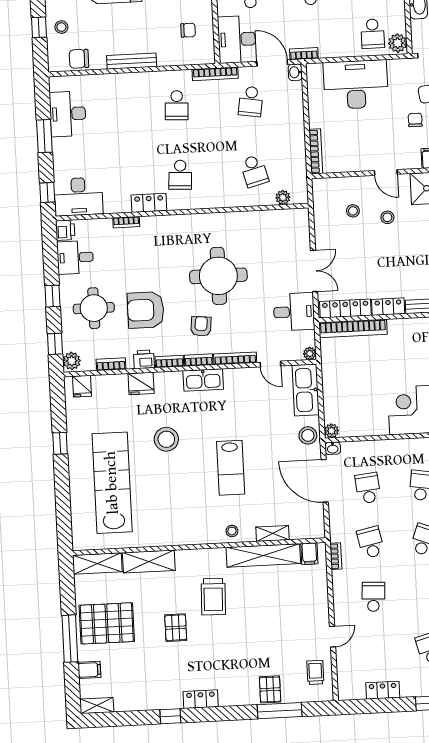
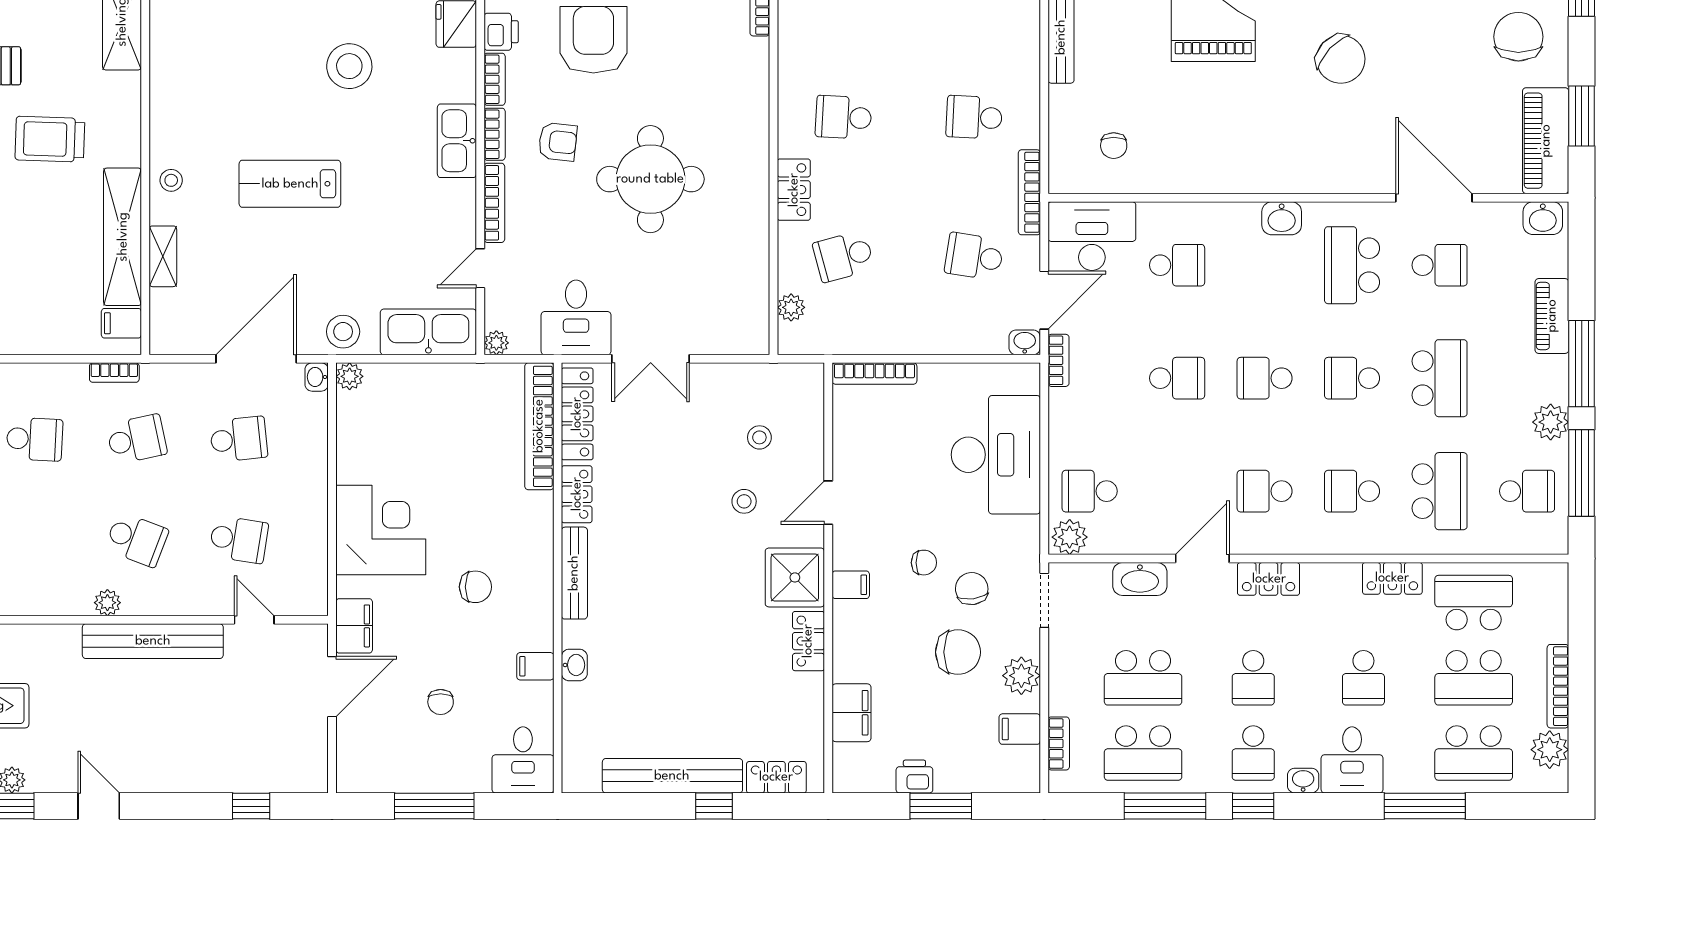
locker: (149, 203) -> (794, 190), moved

